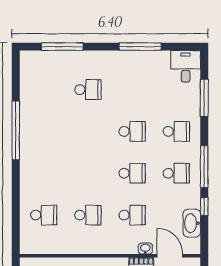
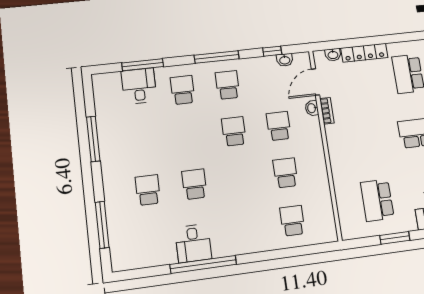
desk: (186, 66) -> (139, 86), moved, turned 90
desk: (35, 124) -> (193, 243), added
school desk: (132, 131) -> (194, 184), moved
window: (204, 206) -> (272, 51), moved
washbasin: (192, 223) -> (285, 60), width x0.52, depth x0.69

